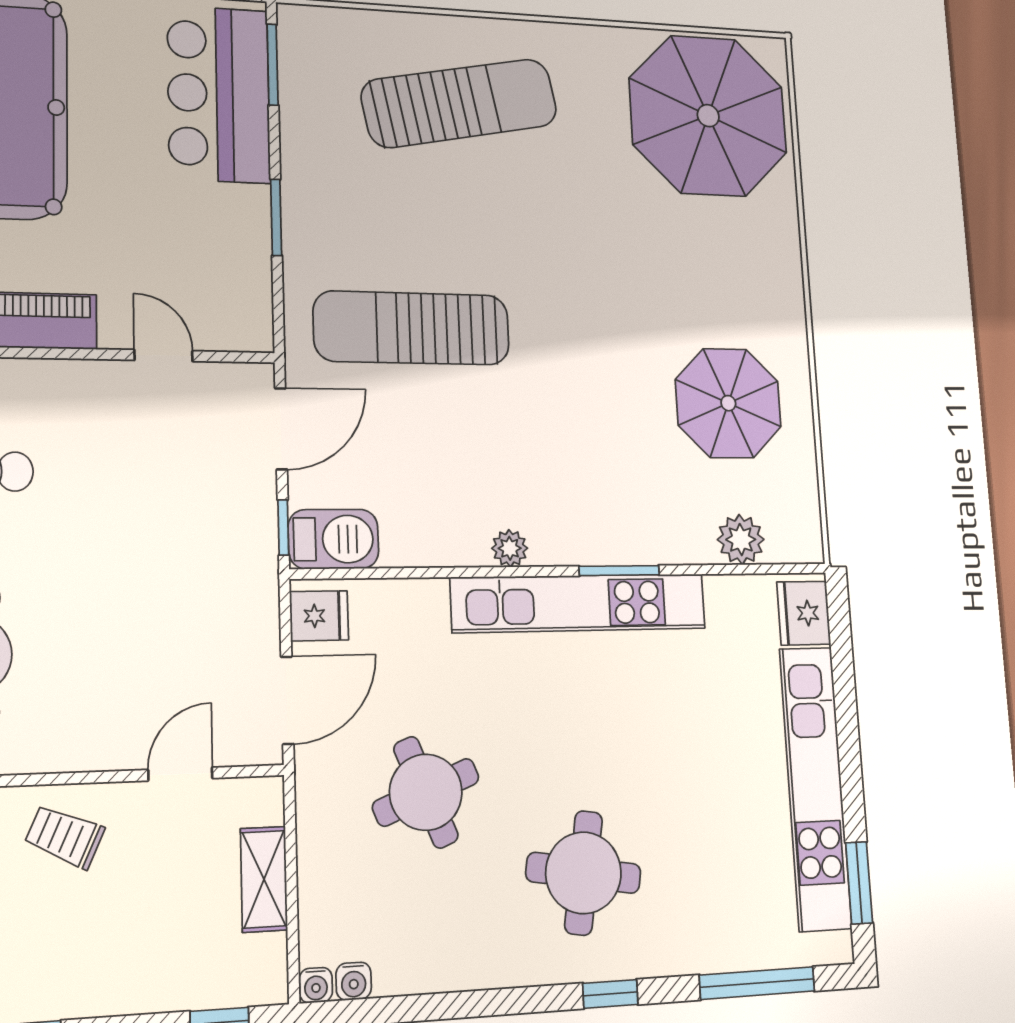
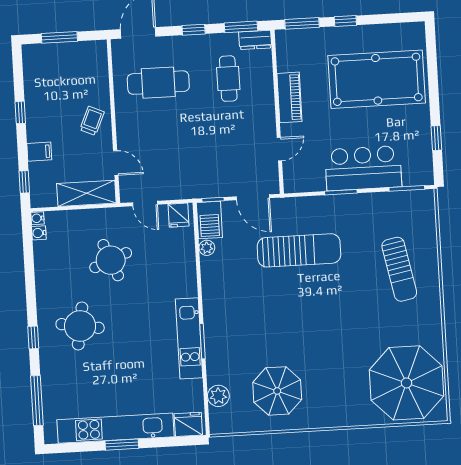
bar counter: (219, 94) -> (363, 168), moved
sun lounger: (460, 103) -> (399, 269), width x0.73, depth x0.75
sun lounger: (412, 328) -> (299, 250), turned 90
plant: (510, 548) -> (207, 248), moved
kitchen unit: (579, 603) -> (189, 338), width x0.73
door: (287, 700) -> (145, 203), width x0.73
shelving: (264, 879) -> (86, 193), width x1.50, depth x1.33
window: (859, 883) -> (122, 445), moved
filing cabinet: (141, 982) -> (39, 152), added

